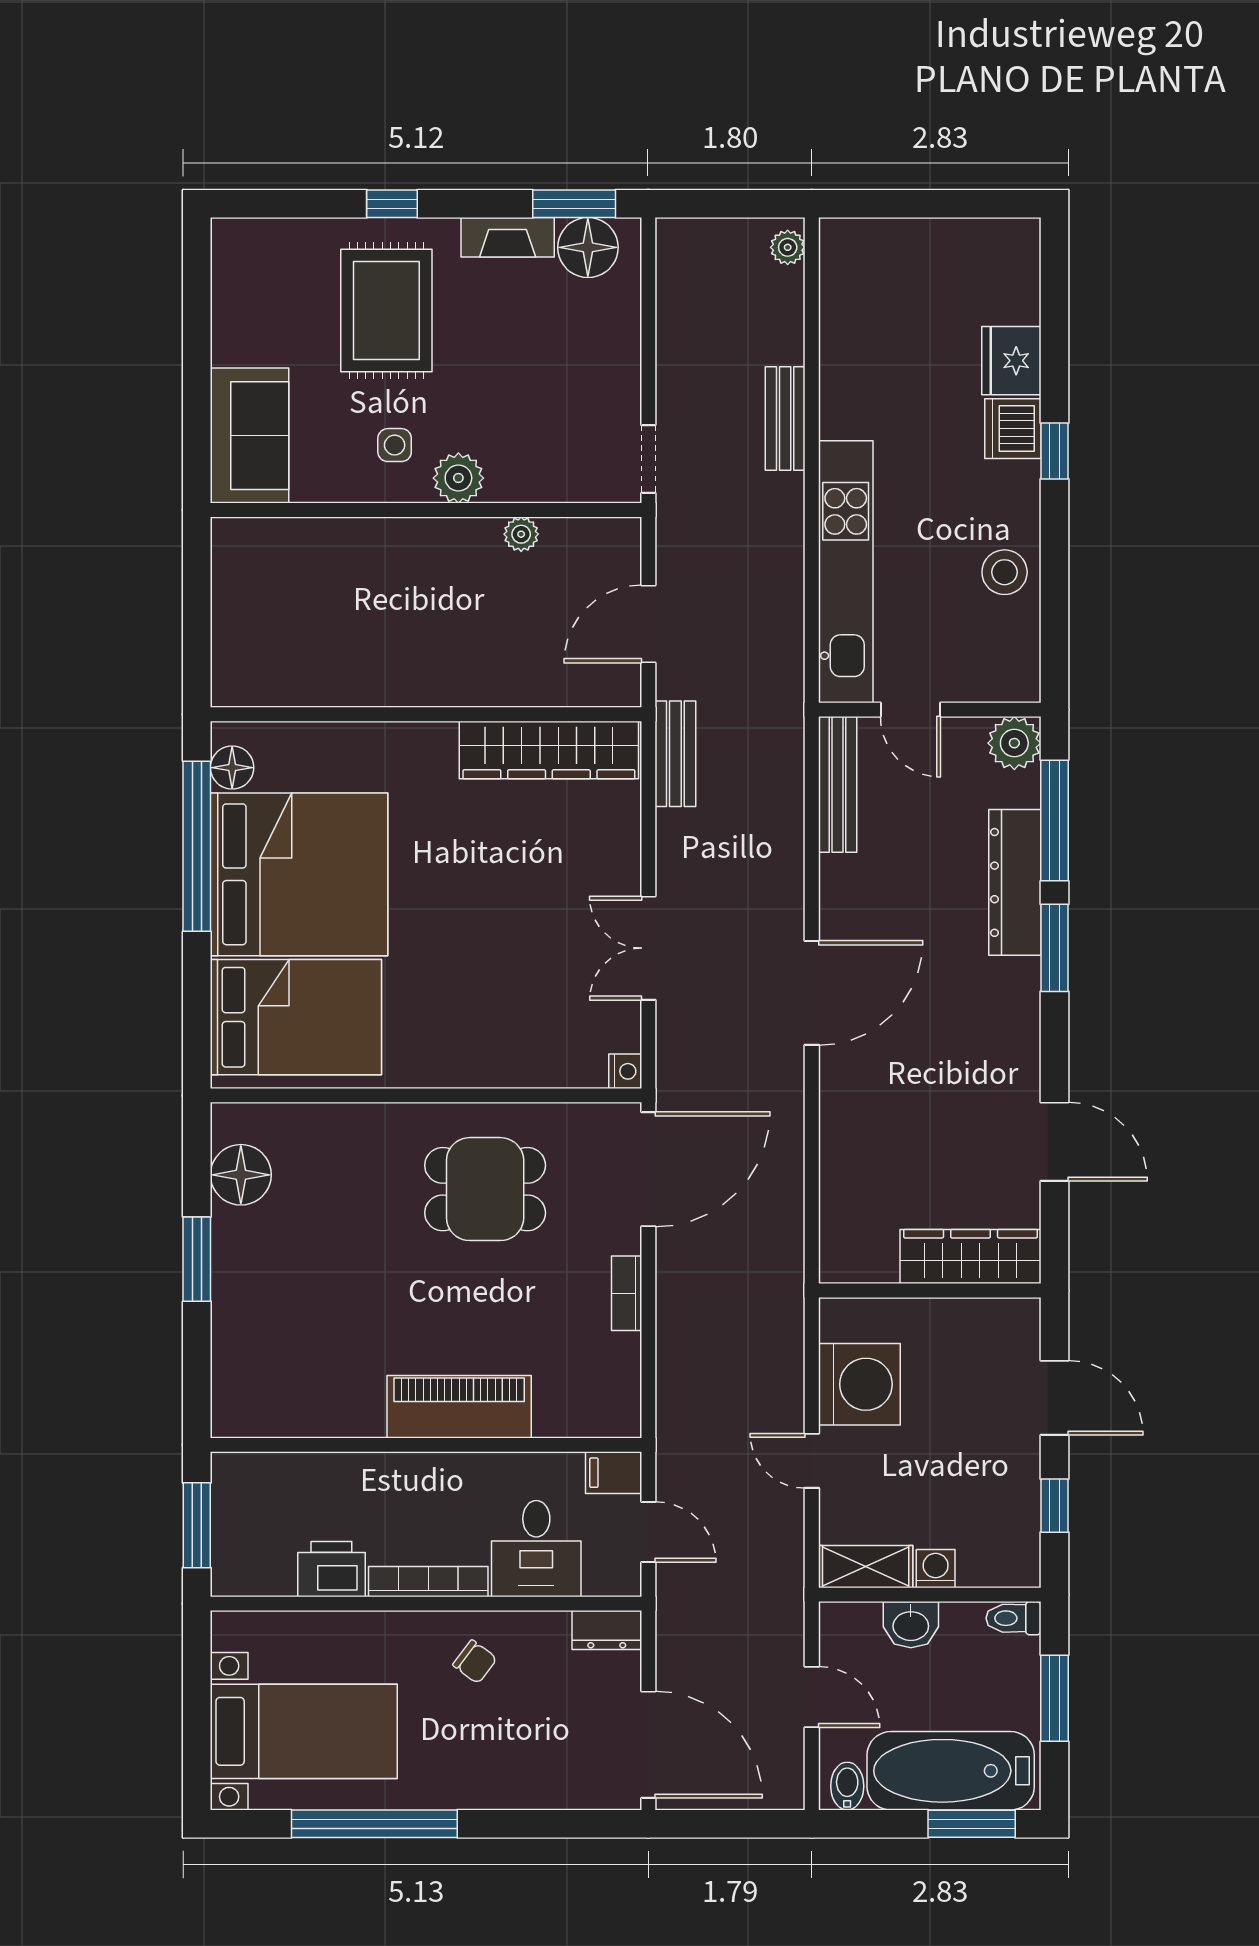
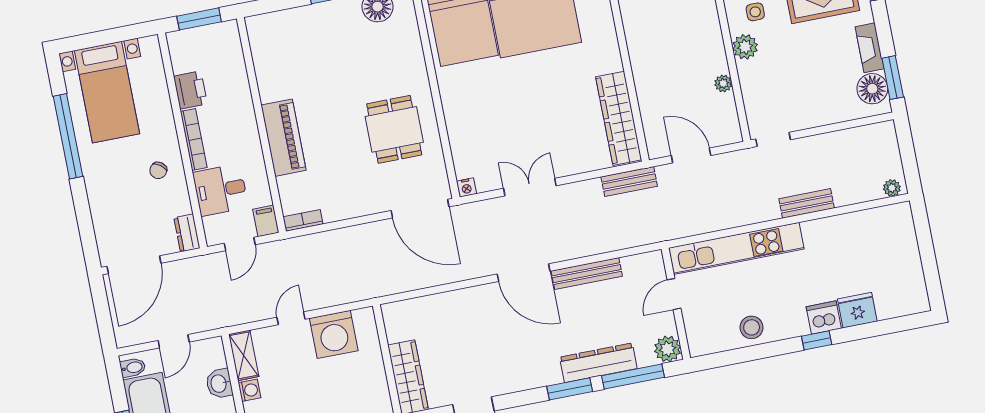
bench: (838, 784) -> (587, 274), moved
bookcase: (627, 1293) -> (303, 220), moved

